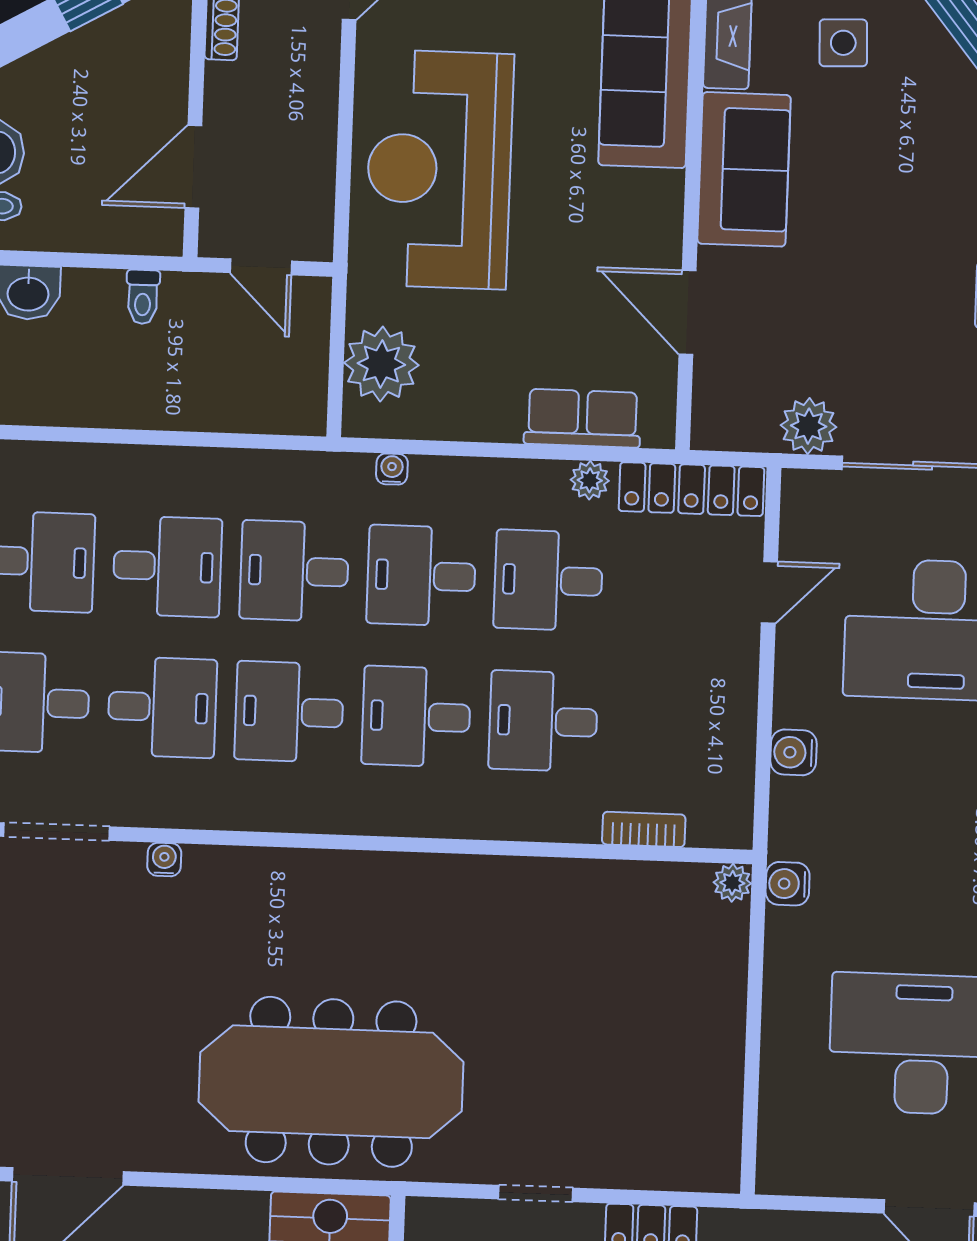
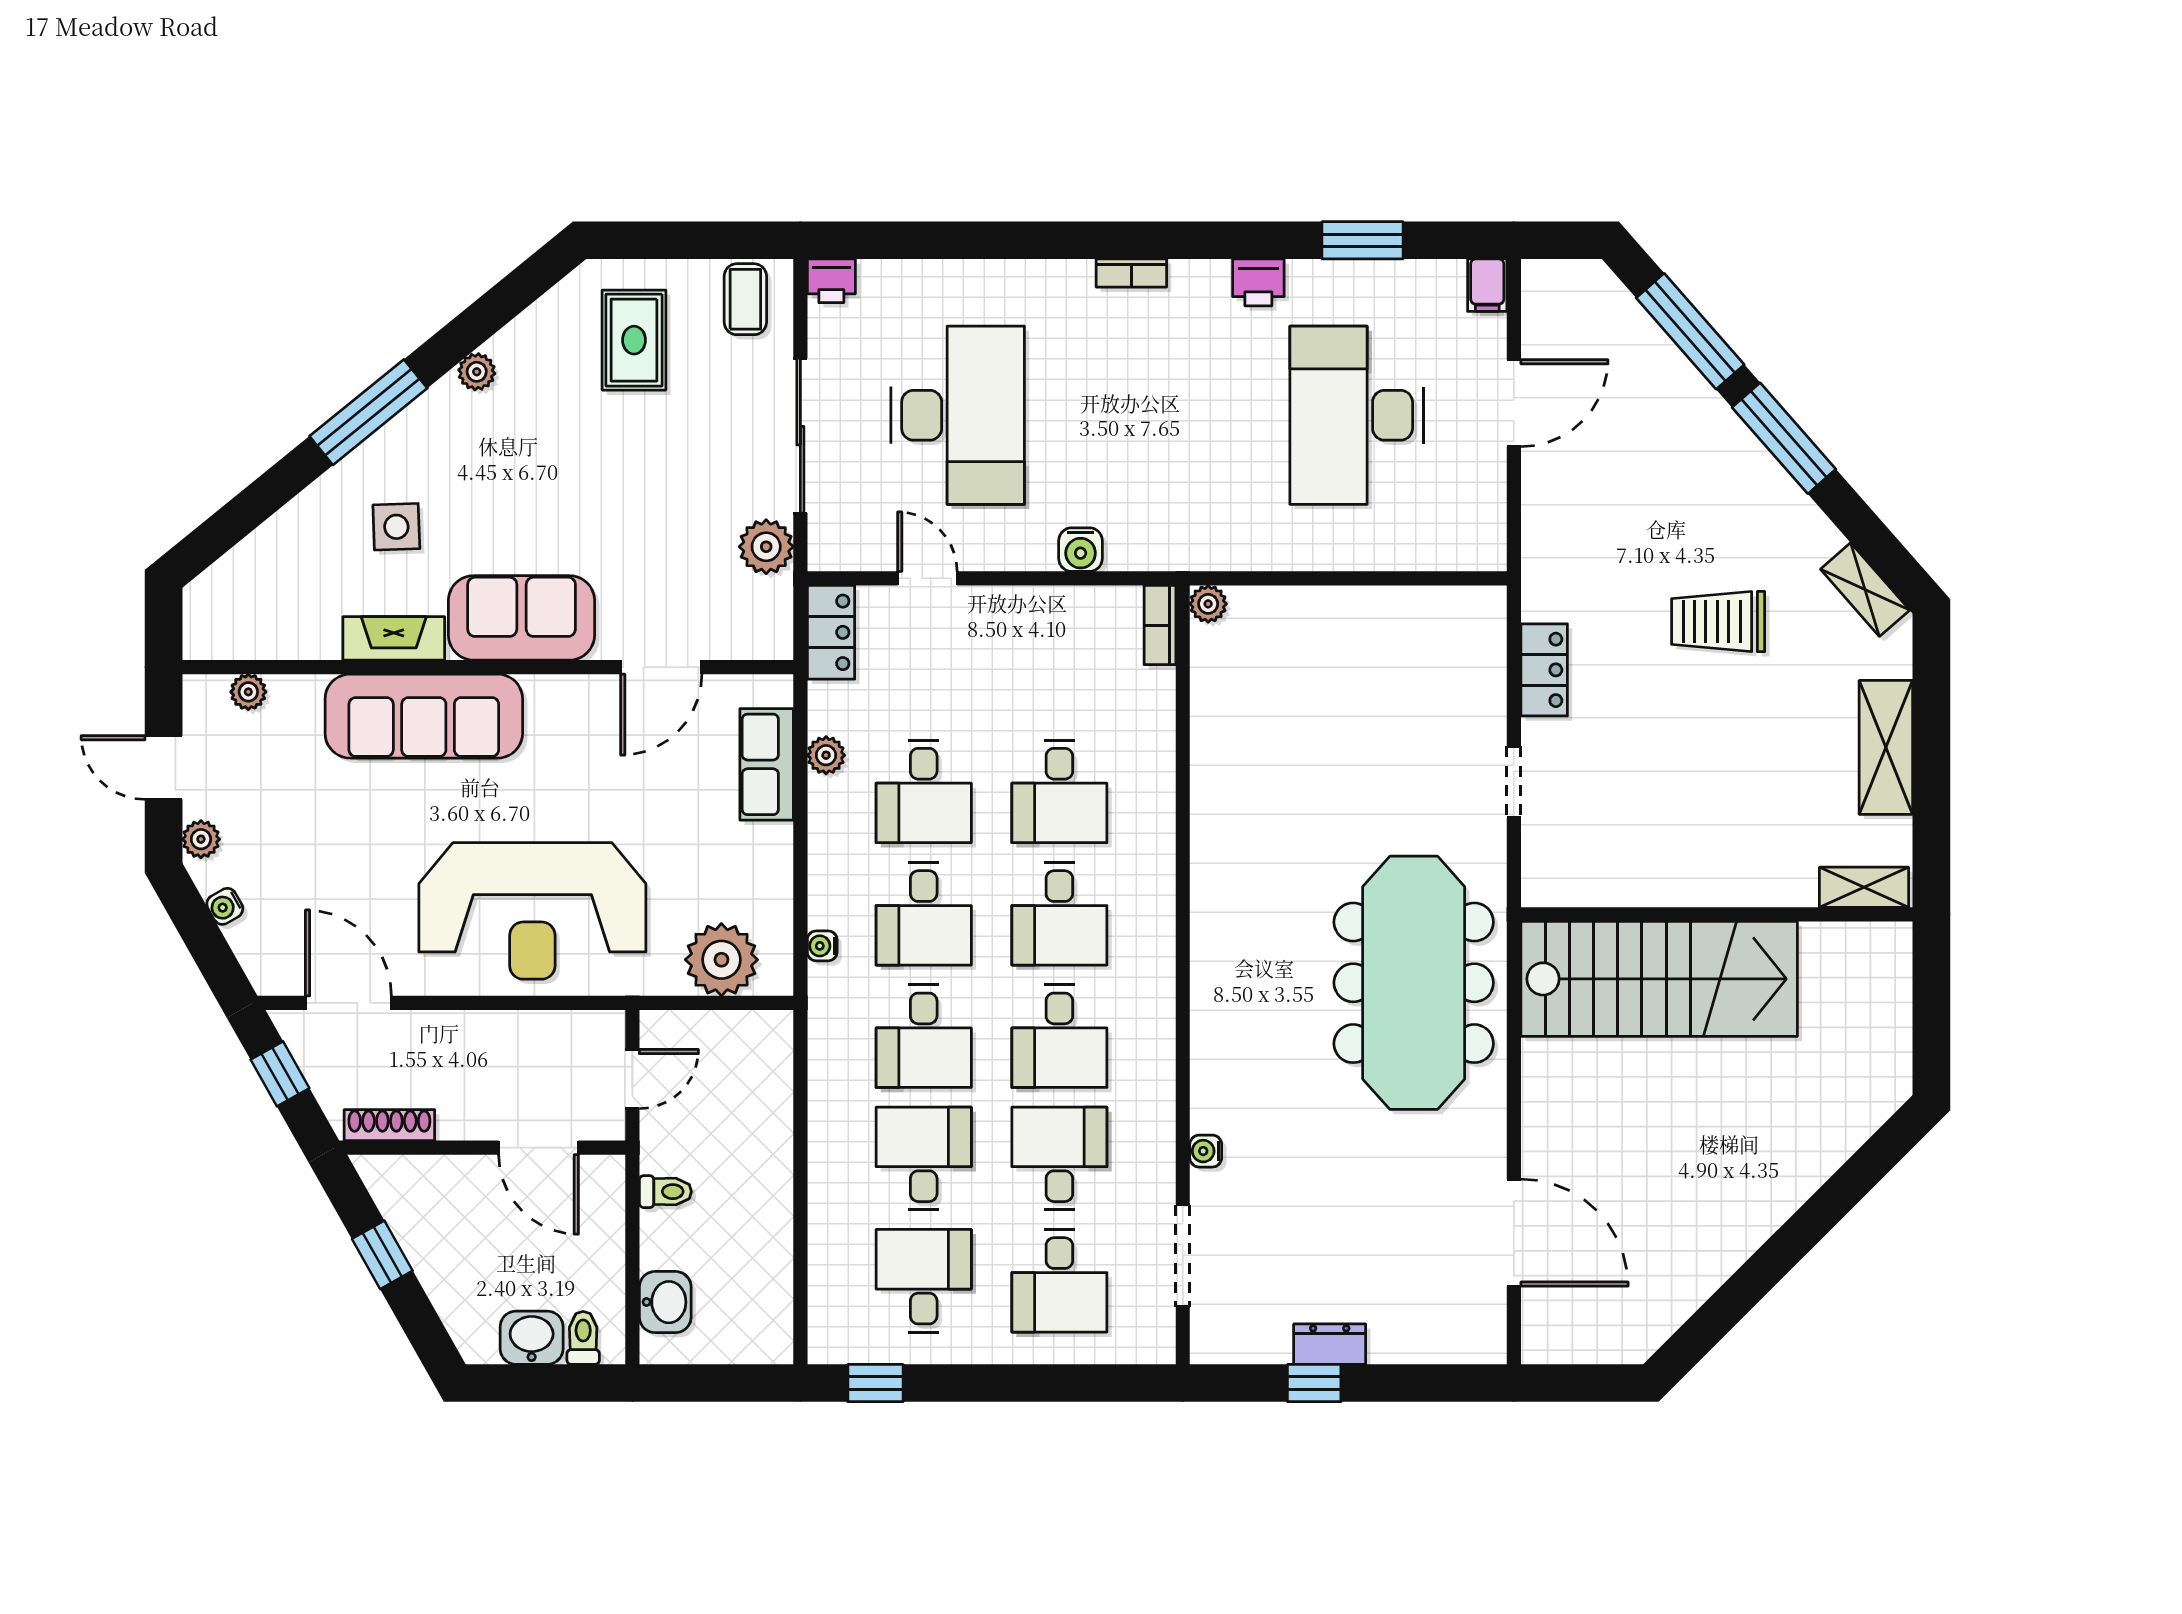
locker: (692, 489) -> (831, 632), width x0.66
bookcase: (644, 829) -> (1160, 625), moved
water cooler: (788, 884) -> (1207, 551), removed

